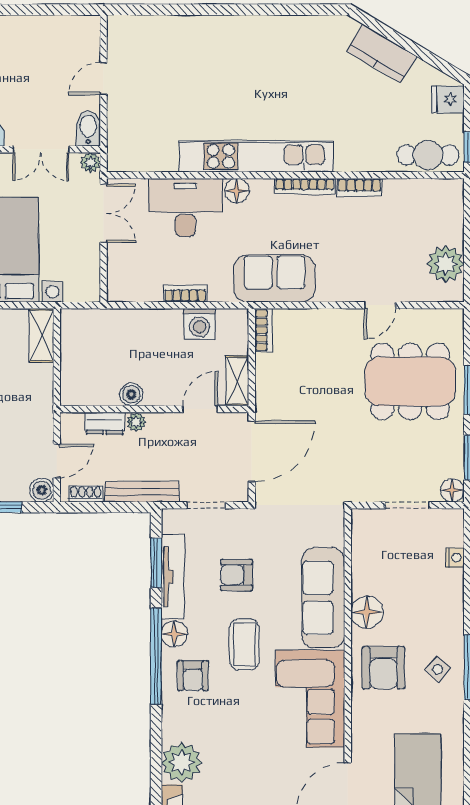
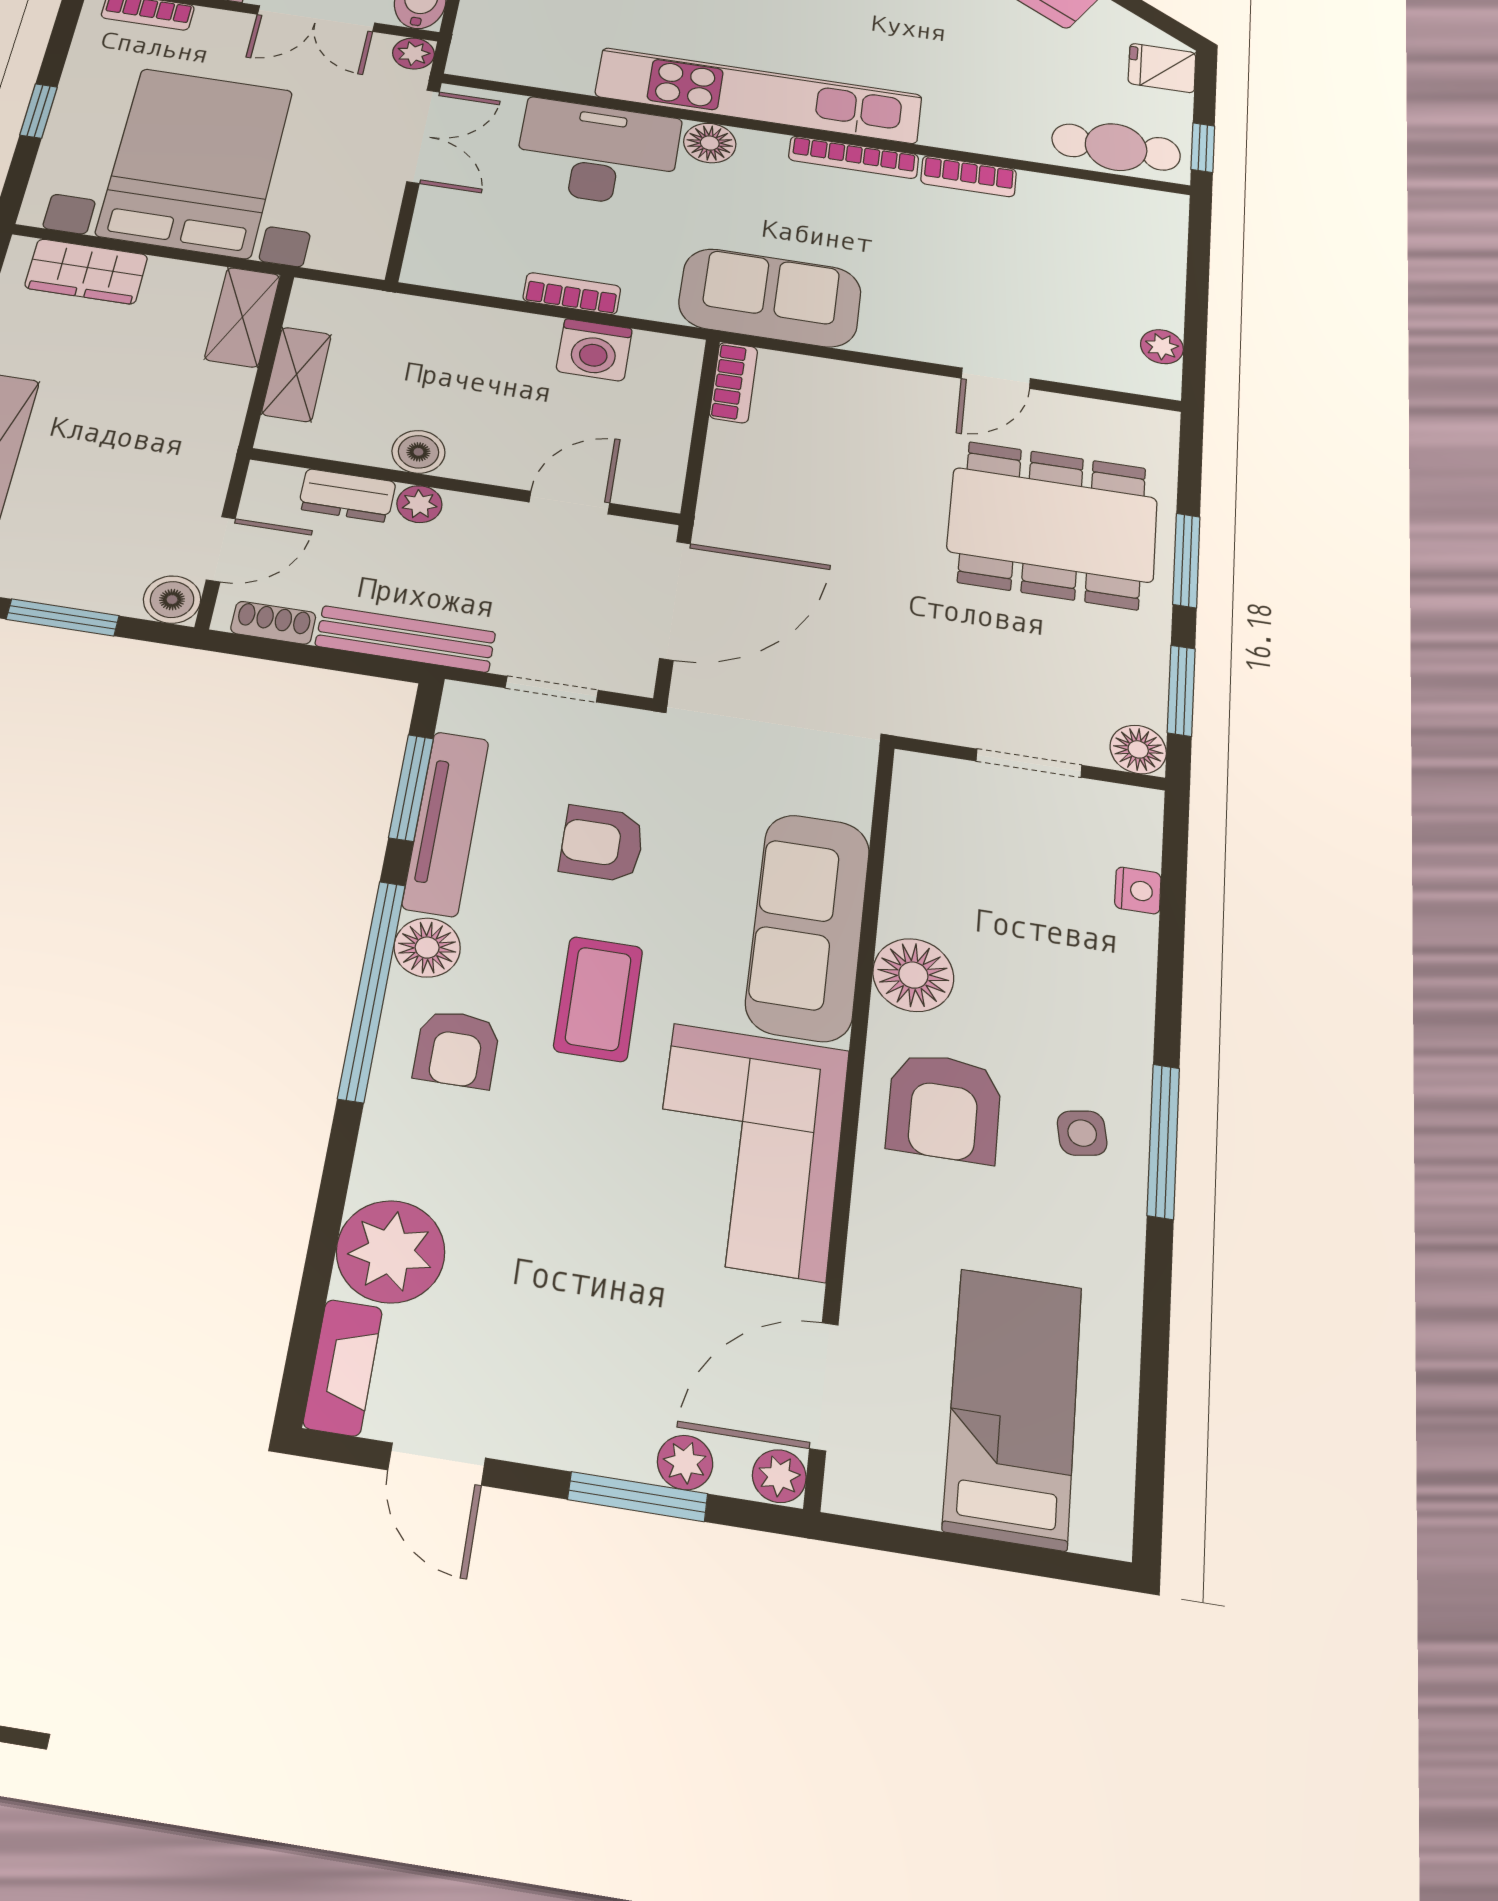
plant: (446, 264) -> (1162, 347), width x0.53, depth x0.53
shelving: (237, 381) -> (297, 374), moved
side table: (438, 669) -> (1082, 1133), turned 37

